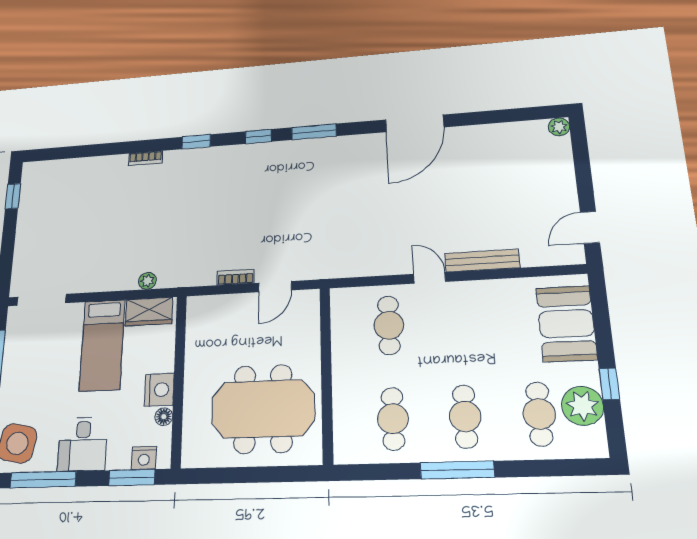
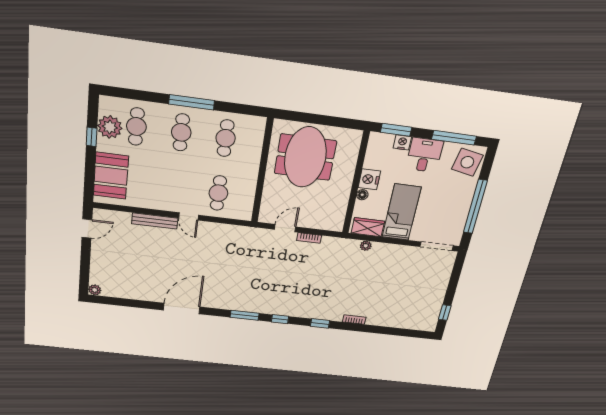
meeting table: (263, 409) -> (305, 157), turned 90
floor lamp: (164, 417) -> (362, 195), moved
nightstand: (144, 458) -> (402, 142), moved

